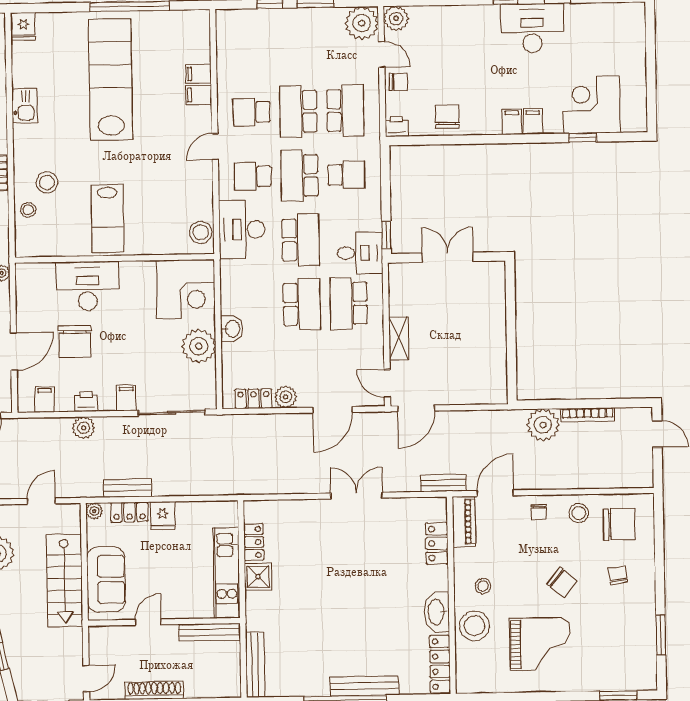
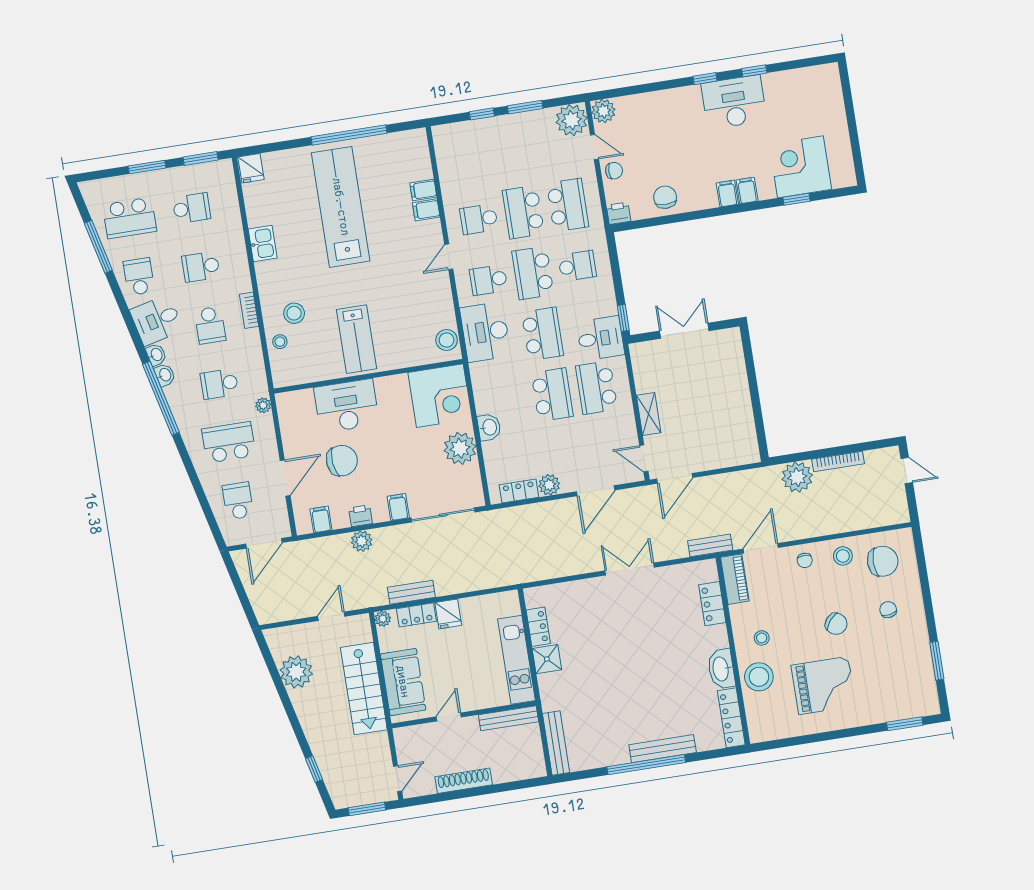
chair: (75, 342) -> (342, 461), turned -96

